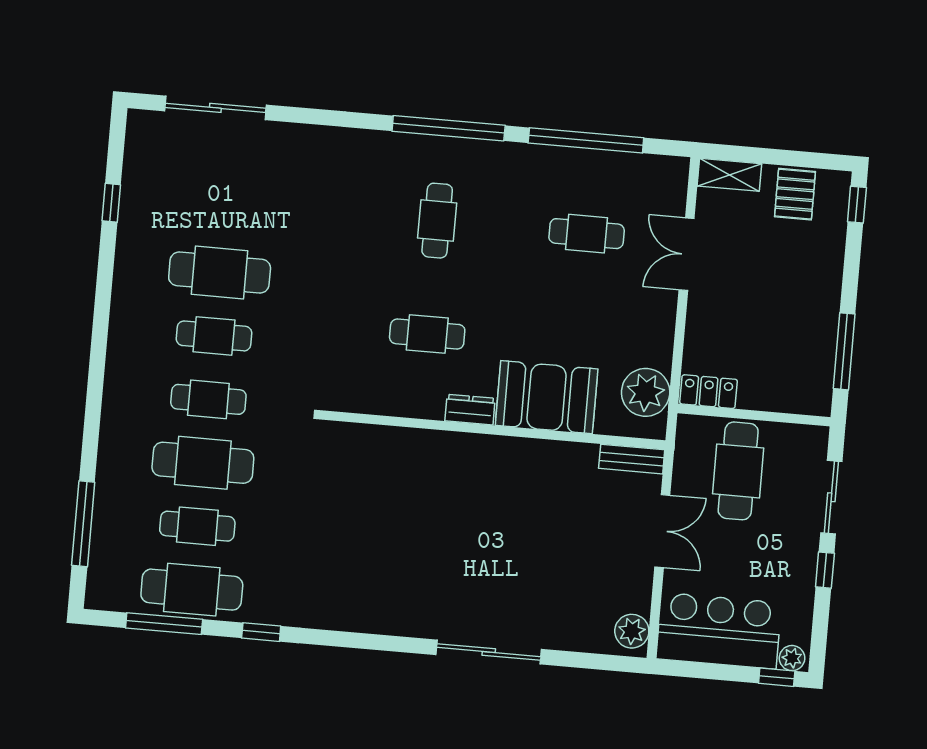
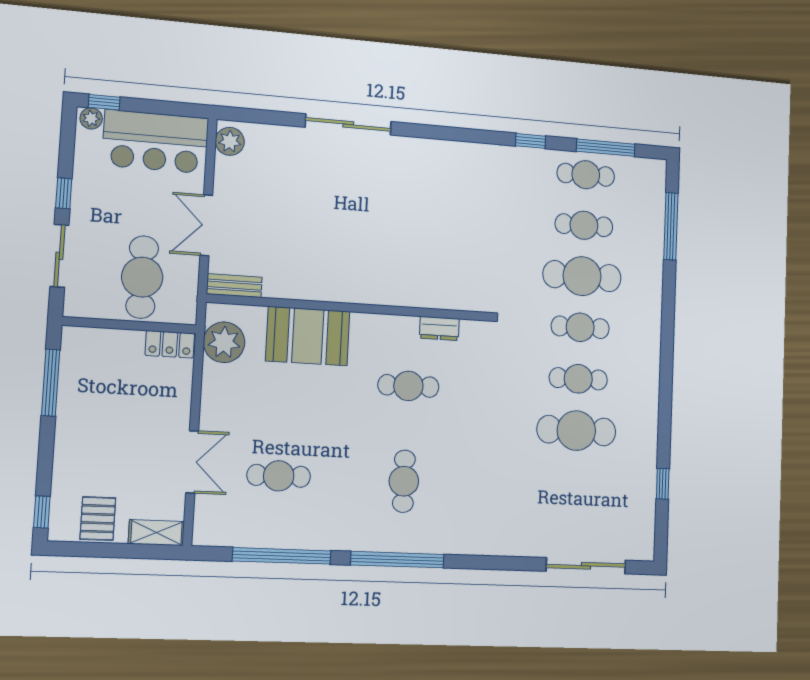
dresser: (470, 410) -> (439, 328), moved
cafe table: (192, 590) -> (586, 175), width x0.73, depth x0.74

